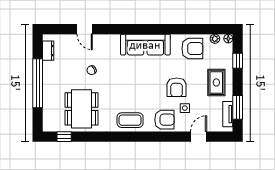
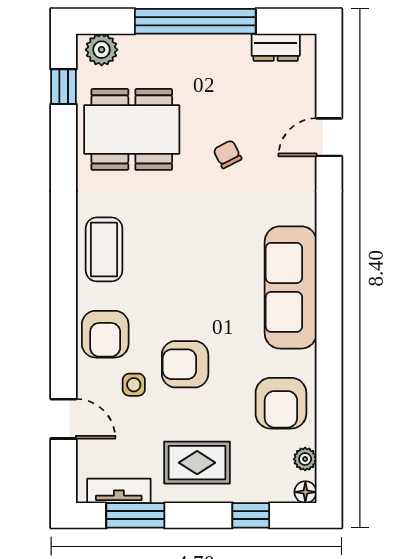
plant: (49, 121) -> (102, 50), added

